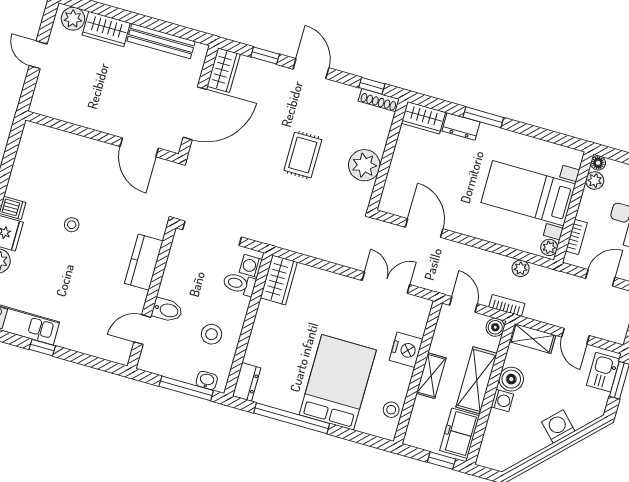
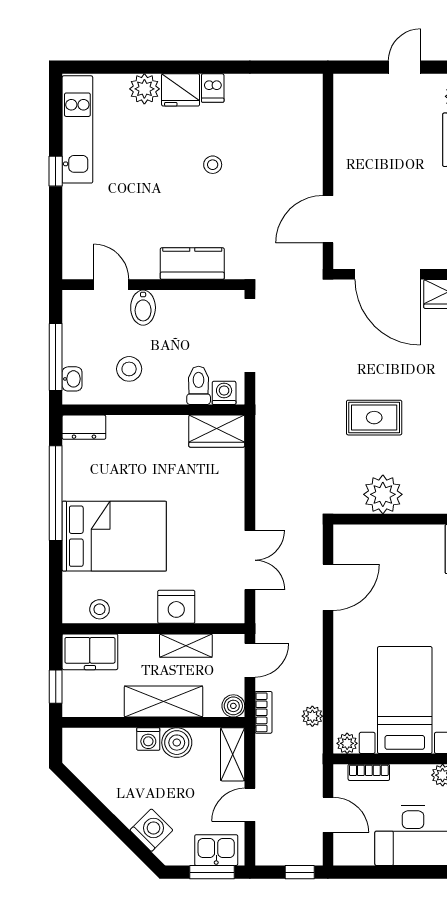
shelving: (431, 376) -> (186, 646), moved
washing machine: (558, 427) -> (151, 830), moved
freezer: (460, 433) -> (90, 652), moved, turned 180

